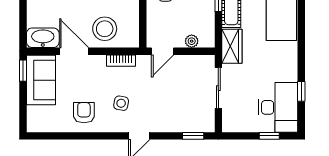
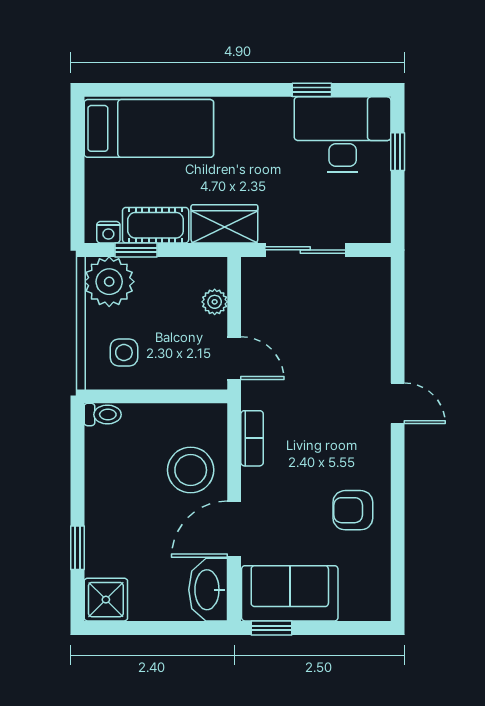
side table: (121, 103) -> (335, 438), removed
window: (193, 136) -> (398, 299), removed

